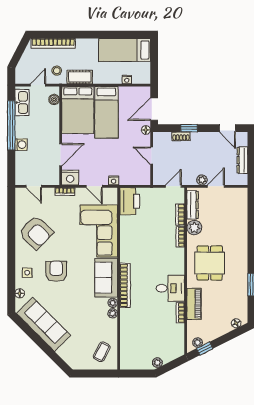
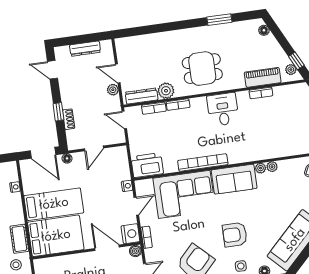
boiler: (54, 99) -> (135, 251), moved
door: (227, 128) -> (53, 70), swing flipped
bookcase: (125, 285) -> (203, 163), moved
desk: (170, 288) -> (223, 109), moved
piano: (194, 304) -> (263, 77), moved

